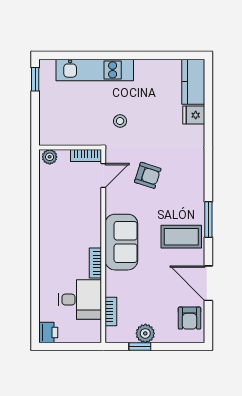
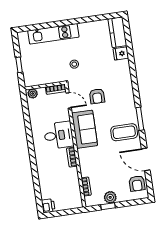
window: (35, 79) -> (19, 65), moved
door: (103, 175) -> (69, 100), hinge flipped
armchair: (148, 175) -> (97, 96), turned 72
sofa: (121, 242) -> (85, 129), moved
desk: (80, 300) -> (59, 135), moved

